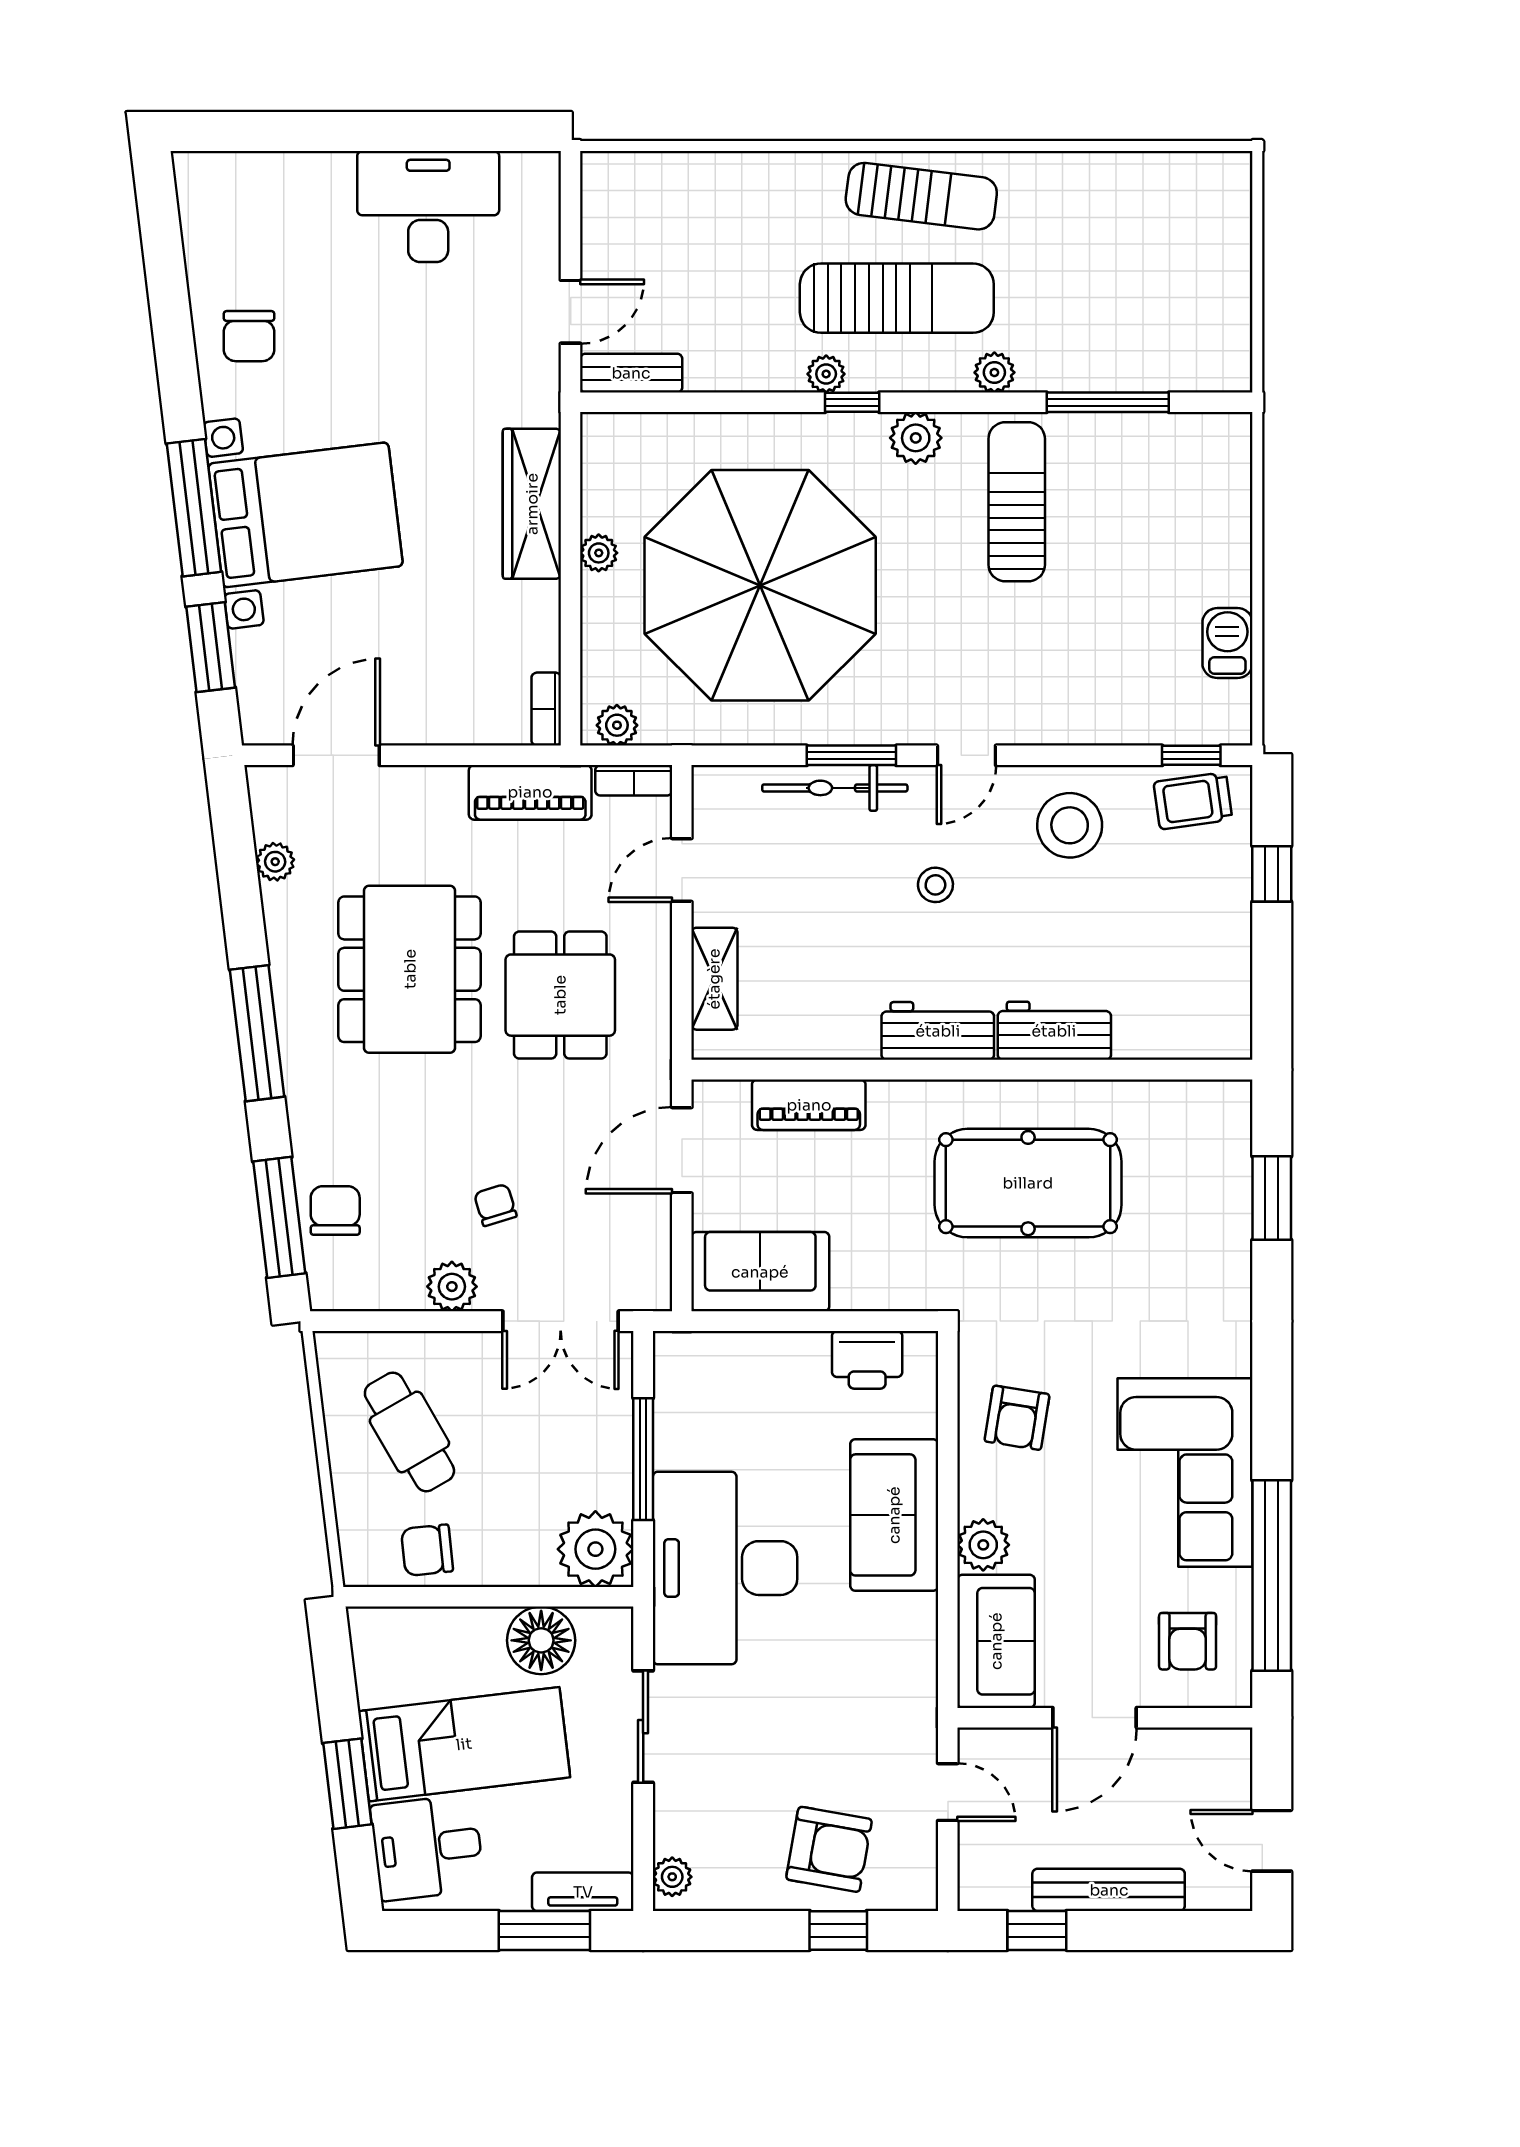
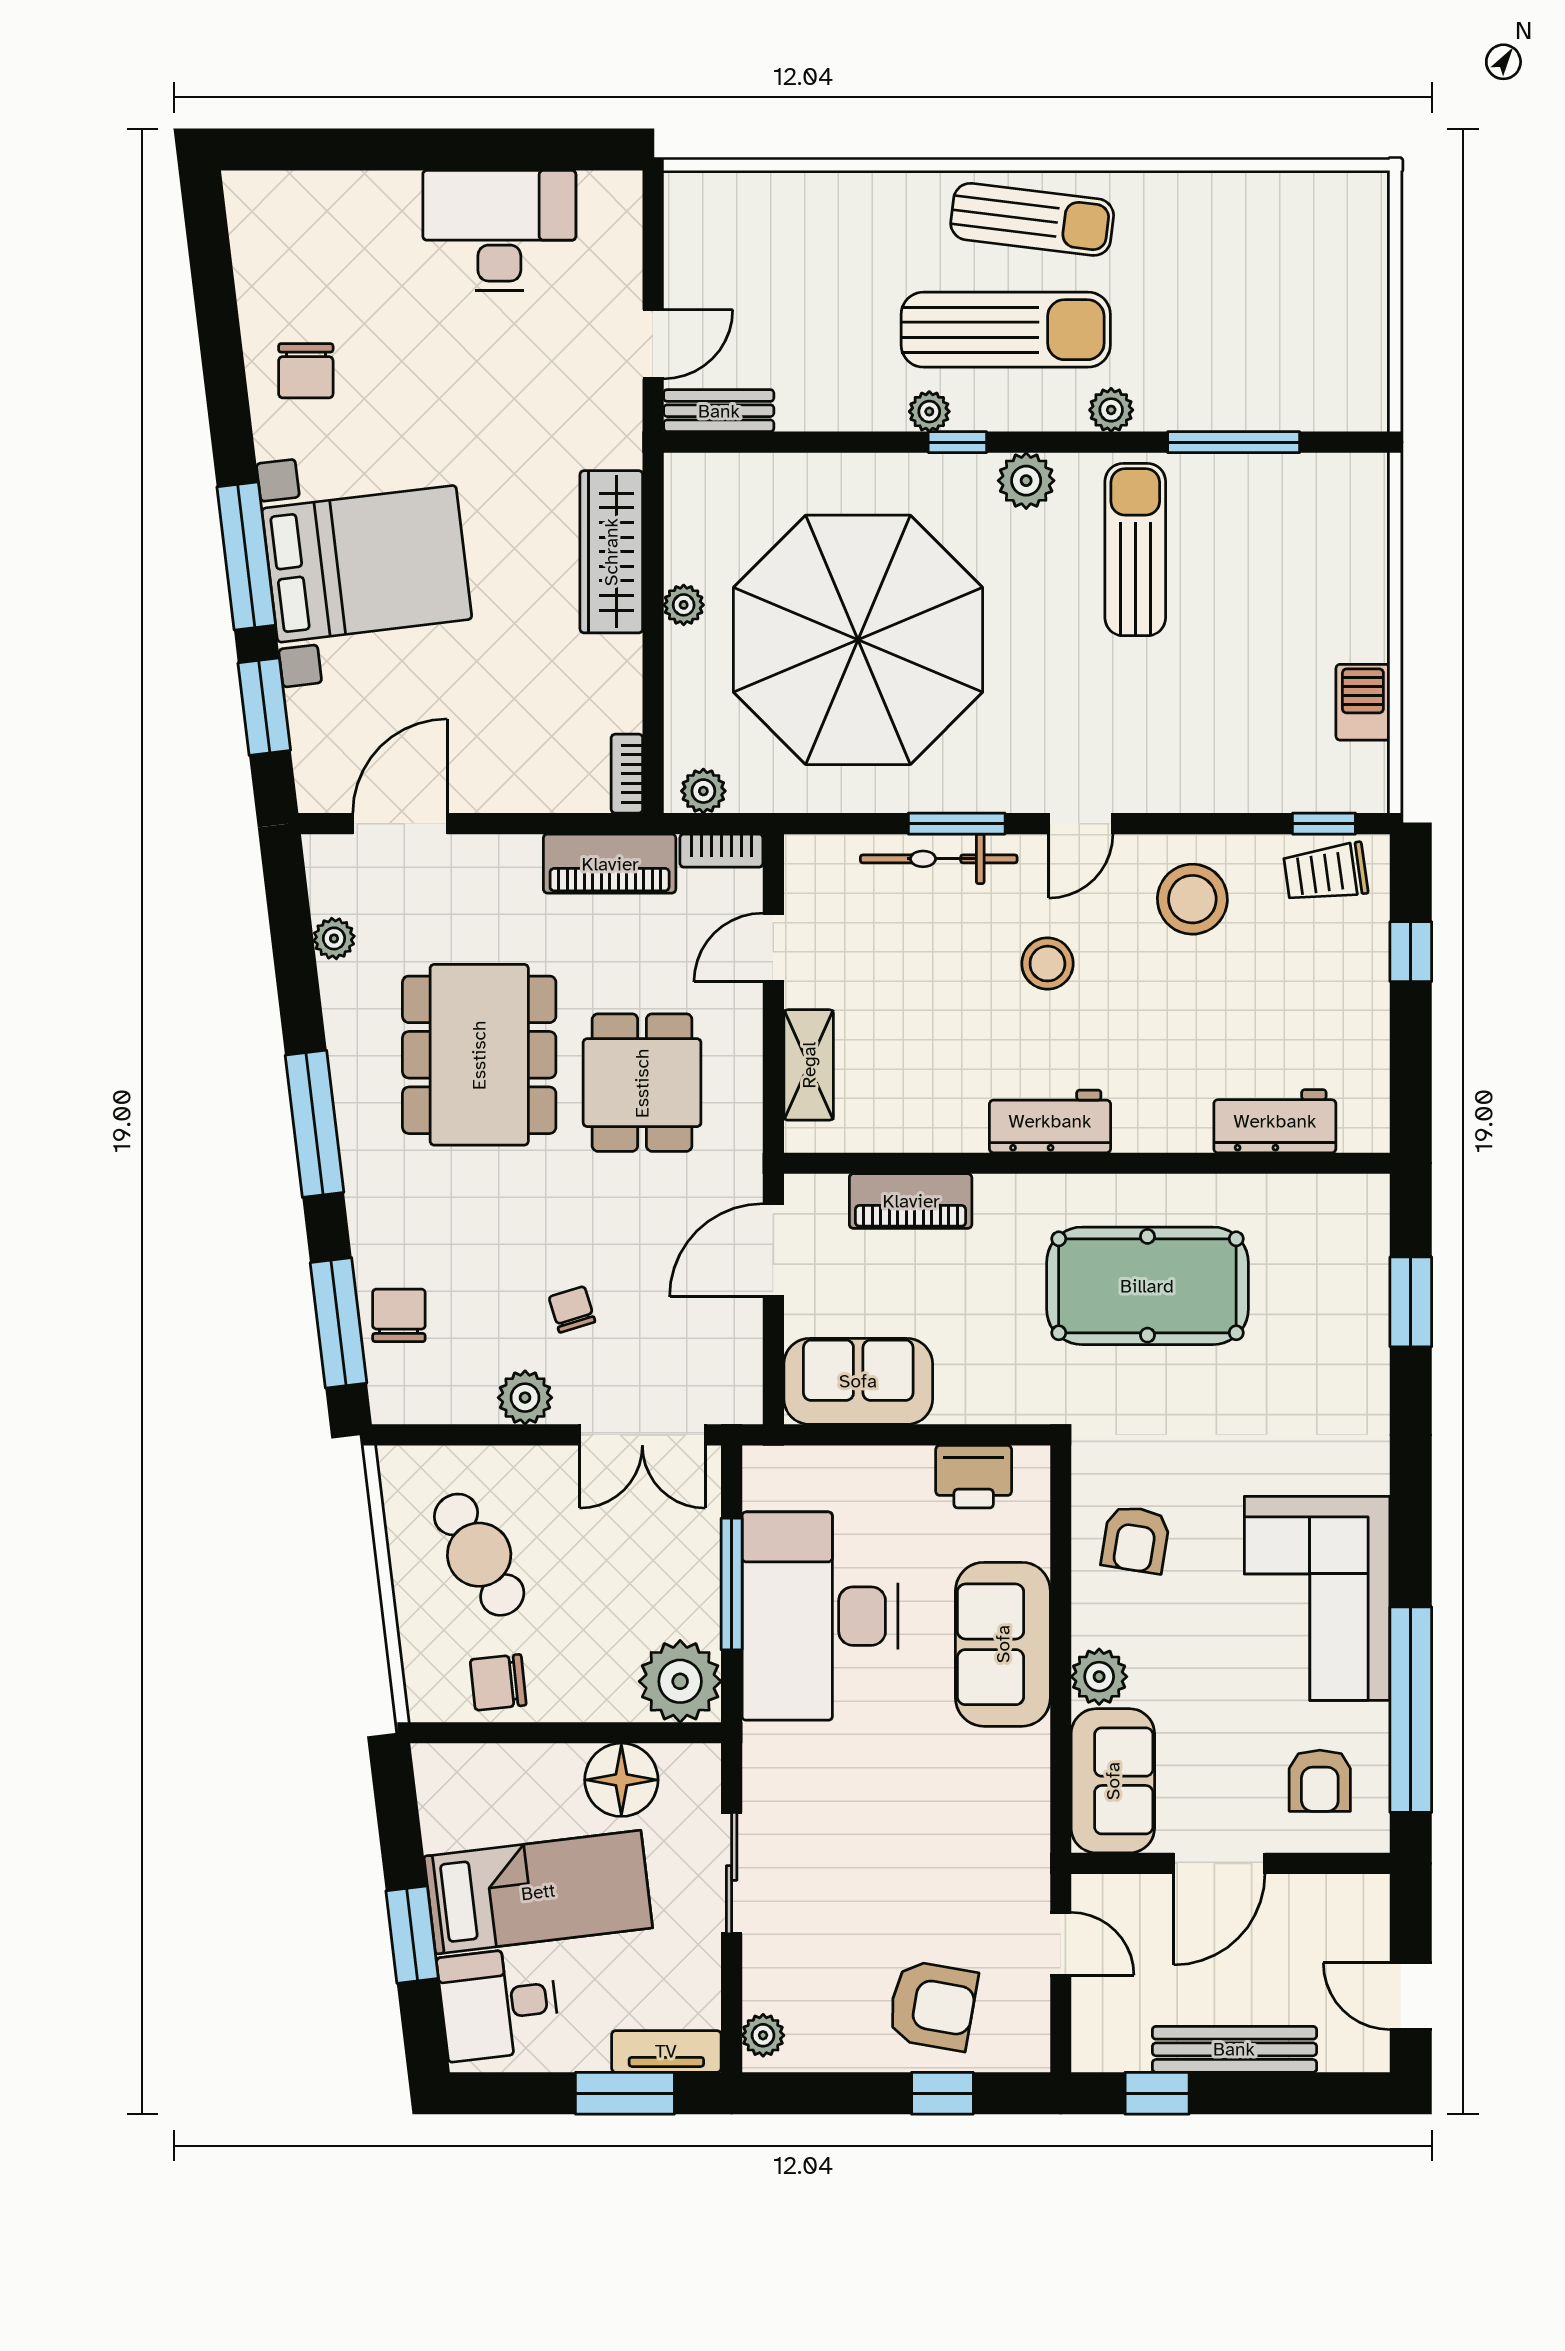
stool: (935, 885) -> (1047, 964), width x1.37, depth x1.37
workbench: (1054, 1031) -> (1275, 1121), moved
desk: (725, 1568) -> (820, 1616), moved

